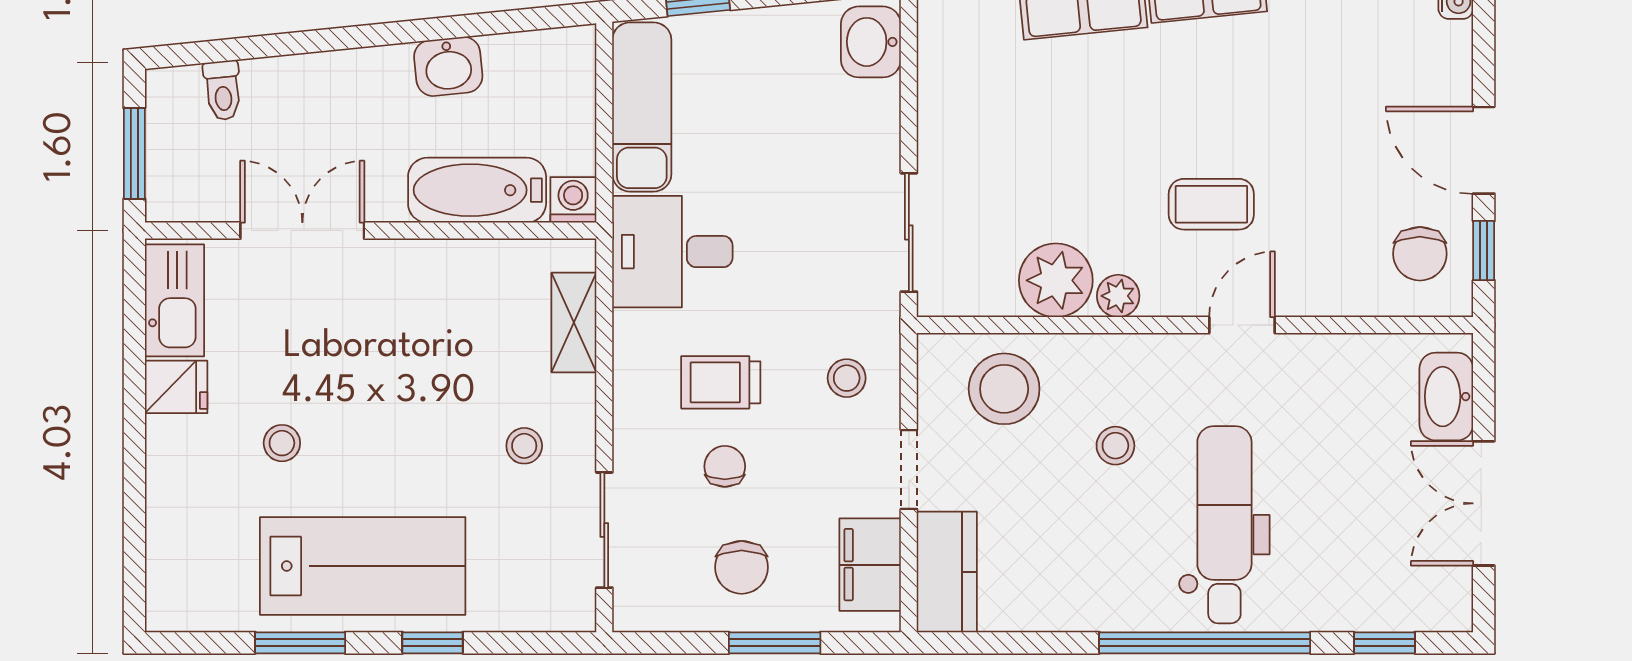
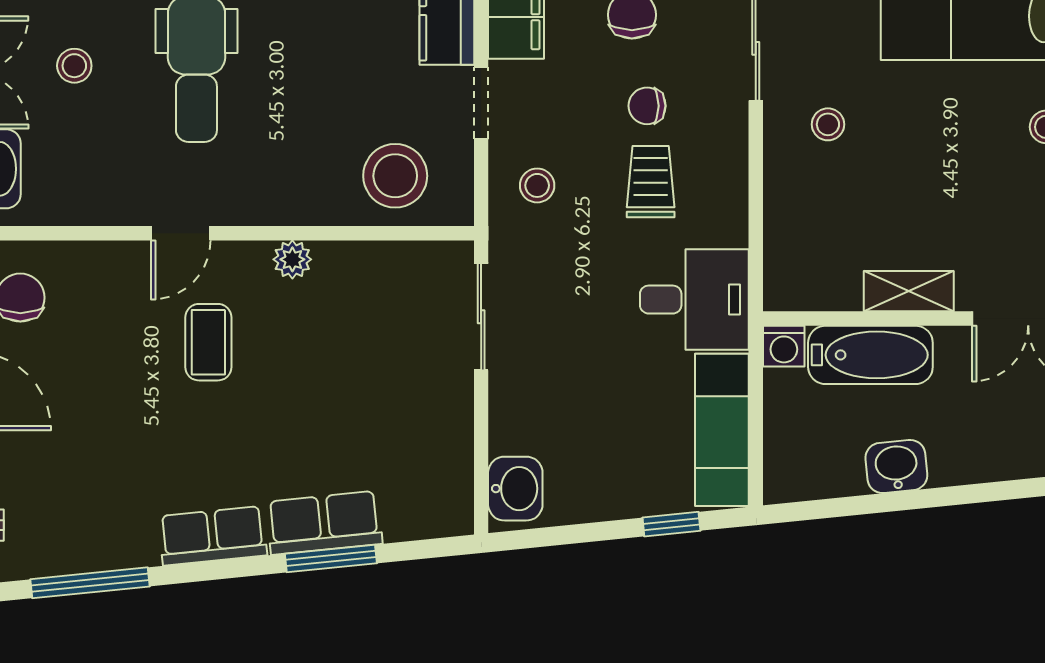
coffee table: (1211, 204) -> (208, 342), turned 90
plant: (1056, 280) -> (349, 274), removed
shelving: (574, 323) -> (909, 291), moved, turned 90
trolley: (721, 382) -> (651, 182), turned -90
stool: (1115, 446) -> (74, 66), moved
chair: (725, 466) -> (647, 106), turned 90

